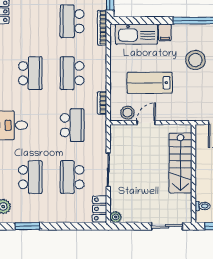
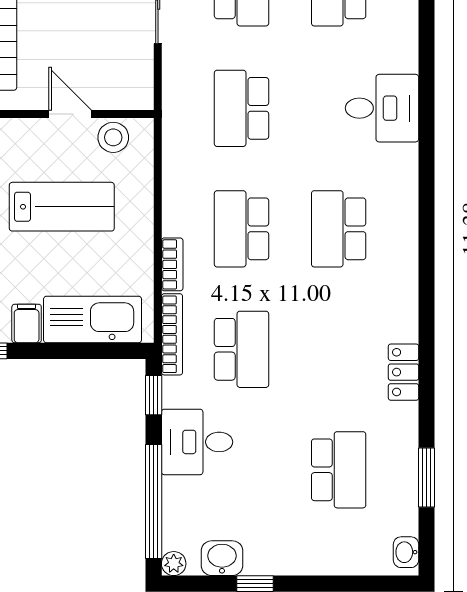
school desk: (72, 73) -> (242, 229), turned 180
bookcase: (102, 103) -> (172, 264), moved
door: (146, 123) -> (70, 114), swing flipped

